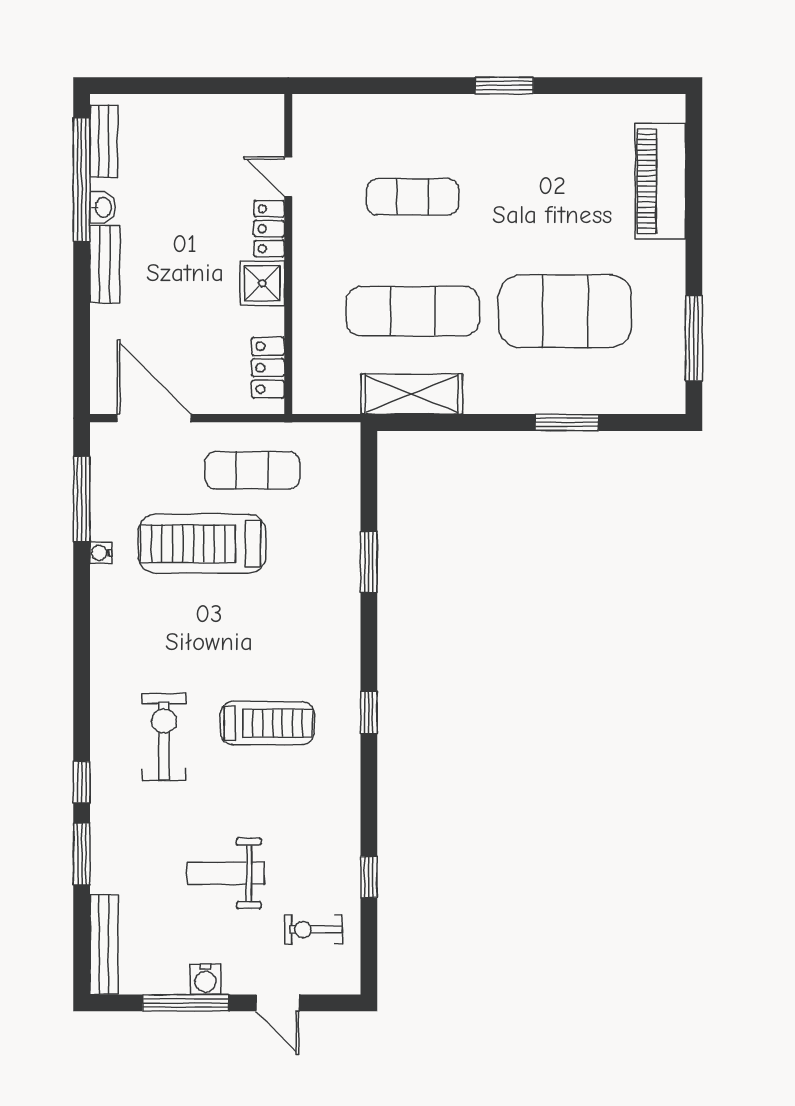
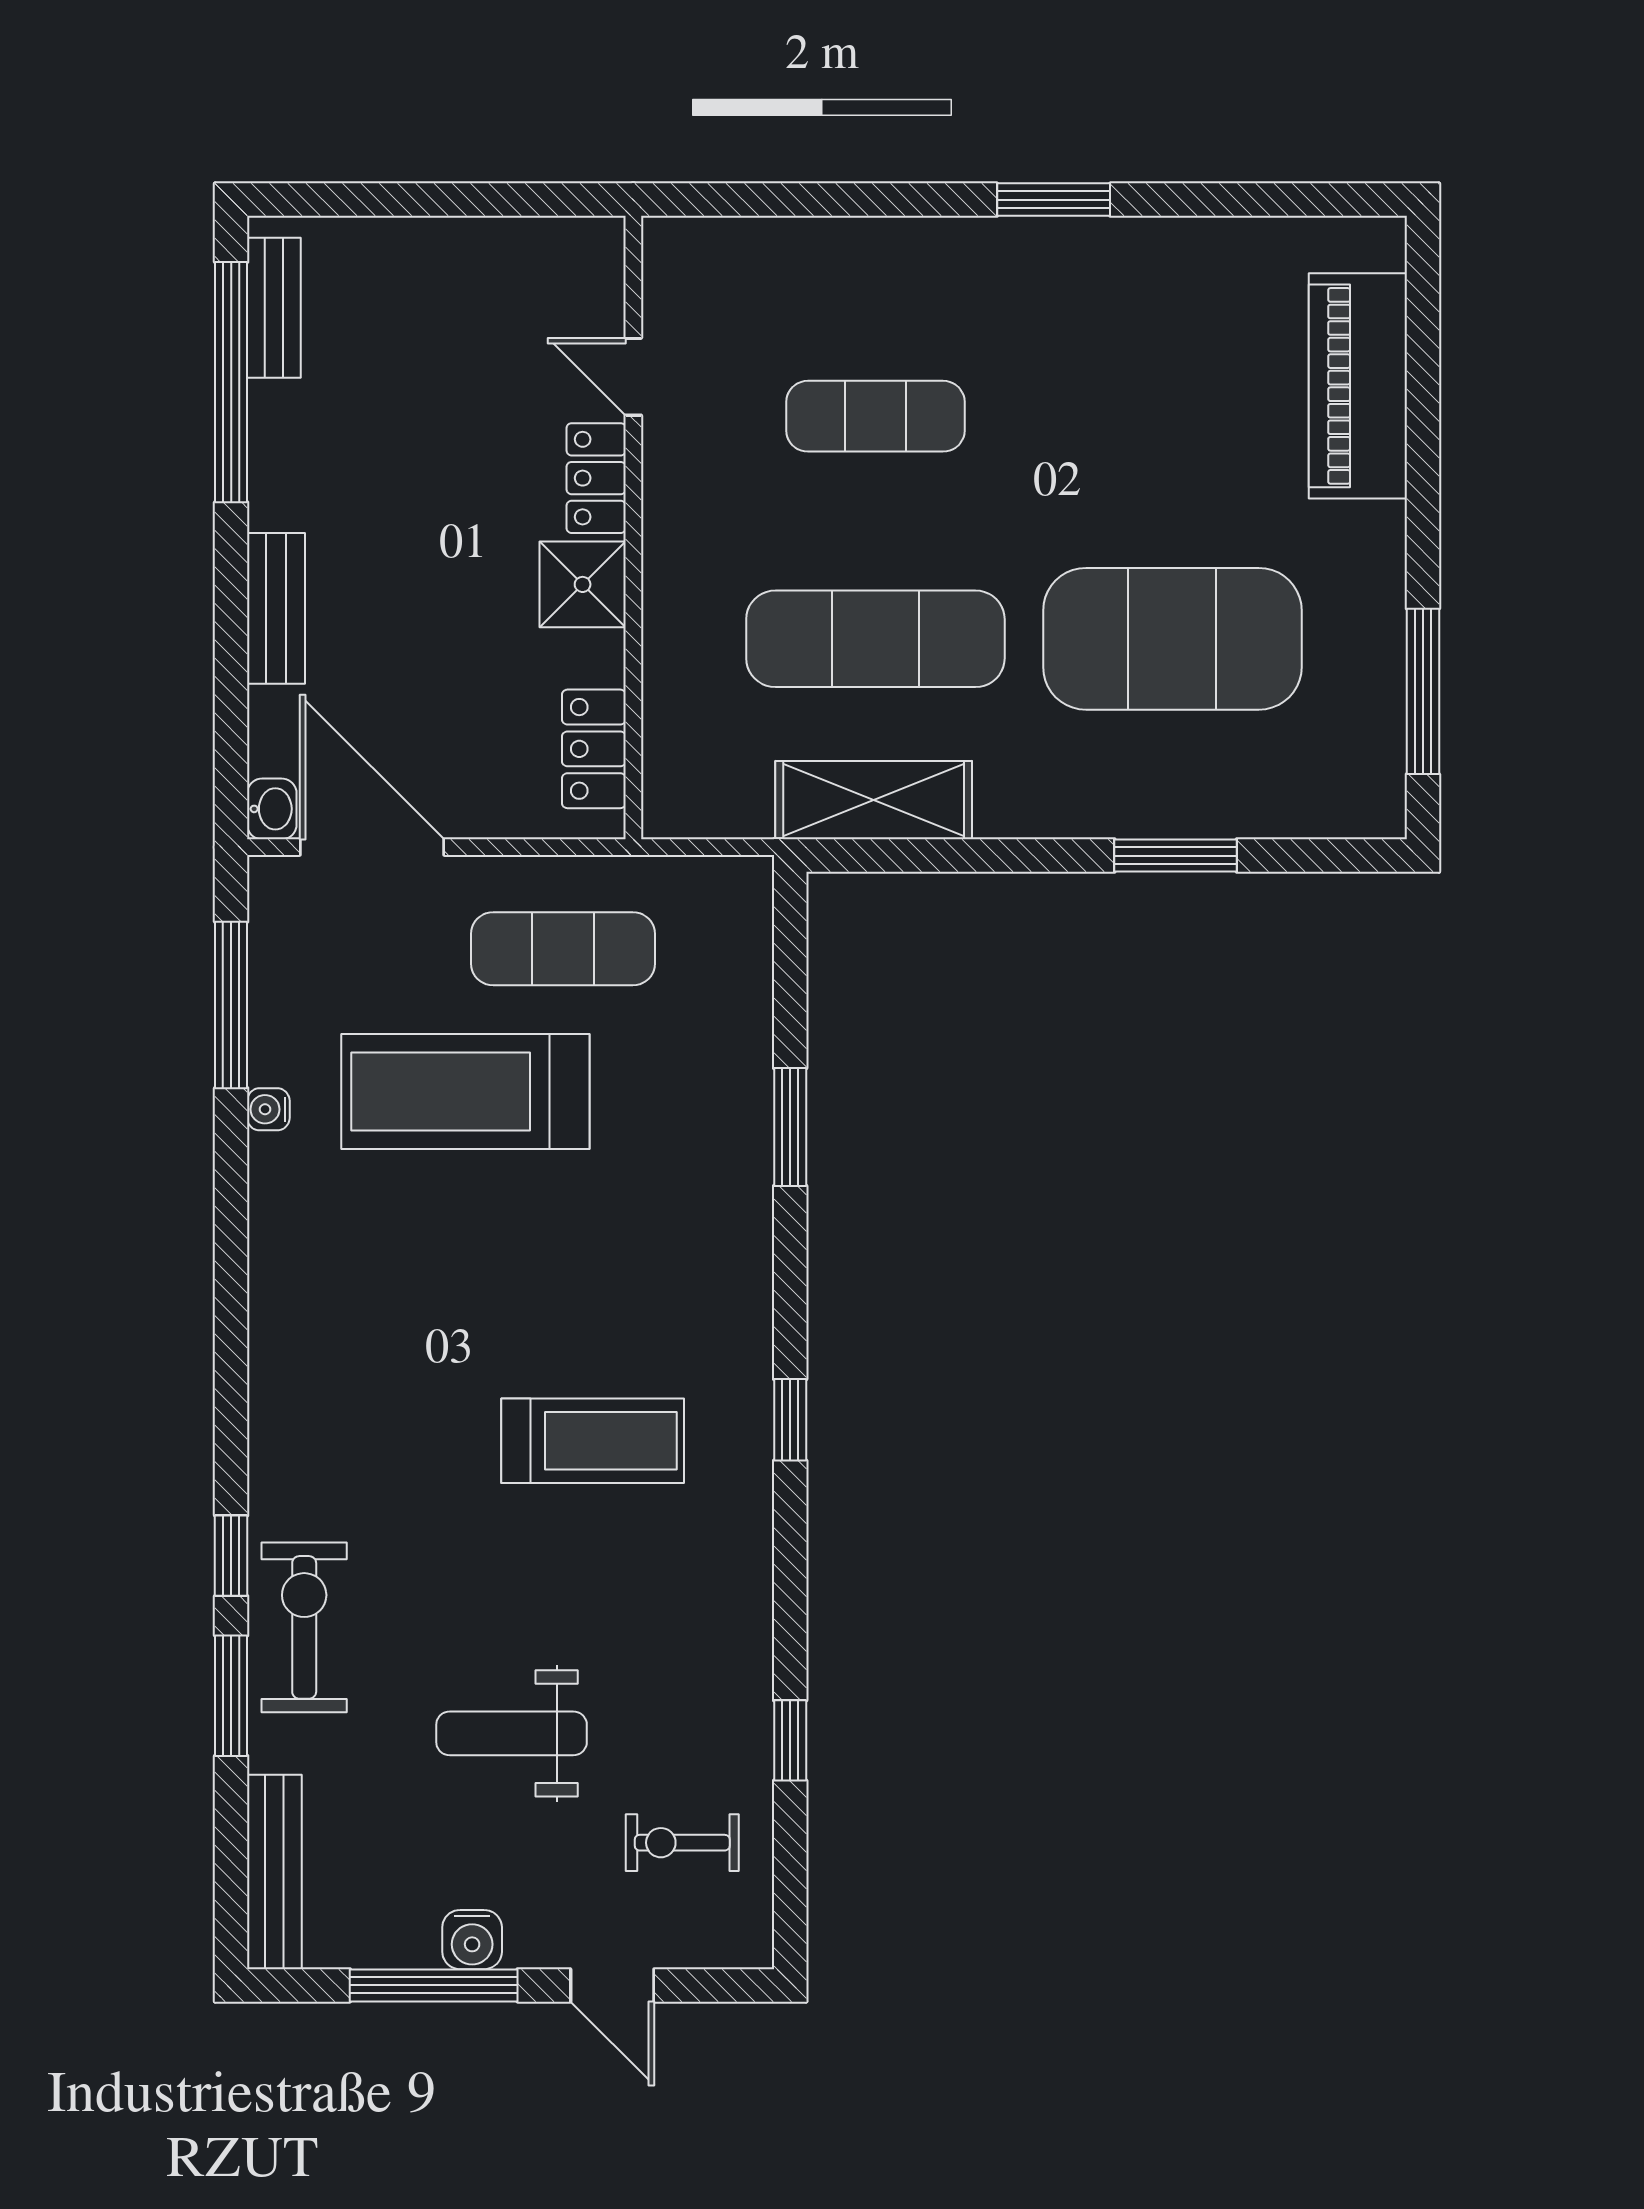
washbasin: (103, 207) -> (272, 809), moved
bench: (105, 265) -> (276, 608), moved
exercise bike: (164, 737) -> (304, 1627), moved

